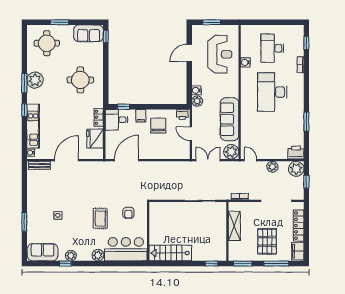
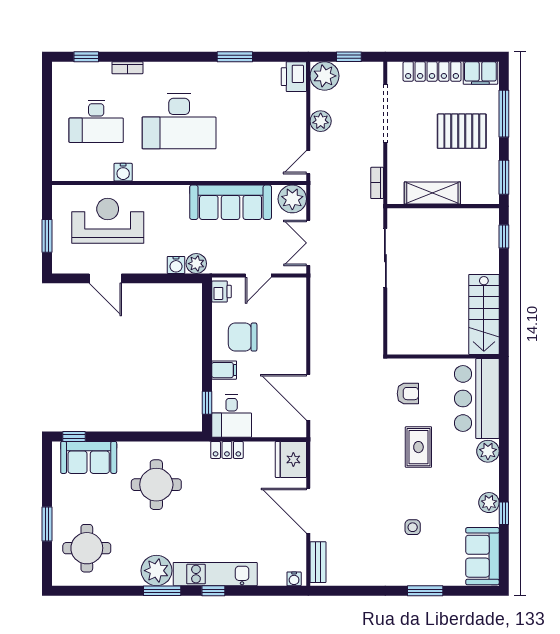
sofa: (89, 33) -> (89, 457), moved, turned 90
kitchen unit: (33, 126) -> (215, 574), moved
fridge: (95, 139) -> (291, 459), moved, turned 90
rug: (100, 218) -> (418, 447), turned 90

